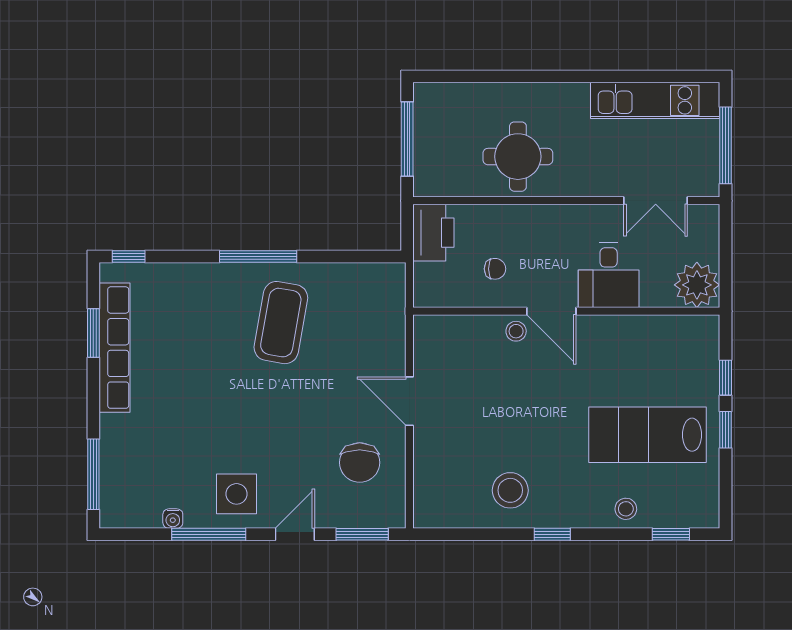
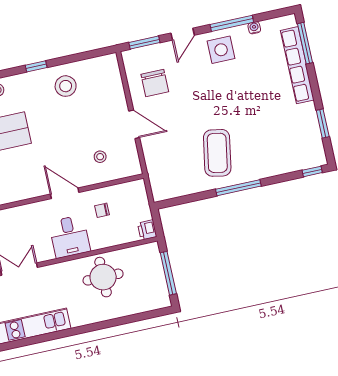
printer: (433, 233) -> (147, 230), width x0.53, depth x0.68
desk: (609, 275) -> (70, 237), moved, turned 180
stool: (516, 331) -> (100, 157), moved
row of seats: (115, 348) -> (297, 65), moved
chair: (360, 463) -> (155, 83), turned 180

